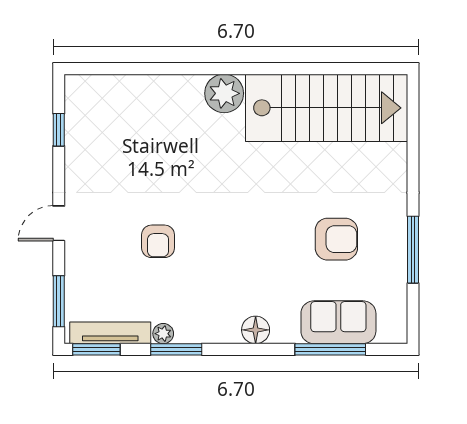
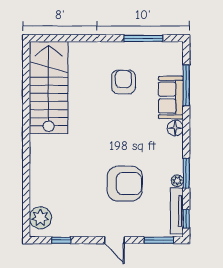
plant: (224, 93) -> (40, 218), moved
armchair: (158, 241) -> (125, 184), width x1.88, depth x1.88
window: (413, 250) -> (143, 38), moved
sofa: (338, 322) -> (171, 98), moved
window: (96, 349) -> (186, 219), width x0.67

